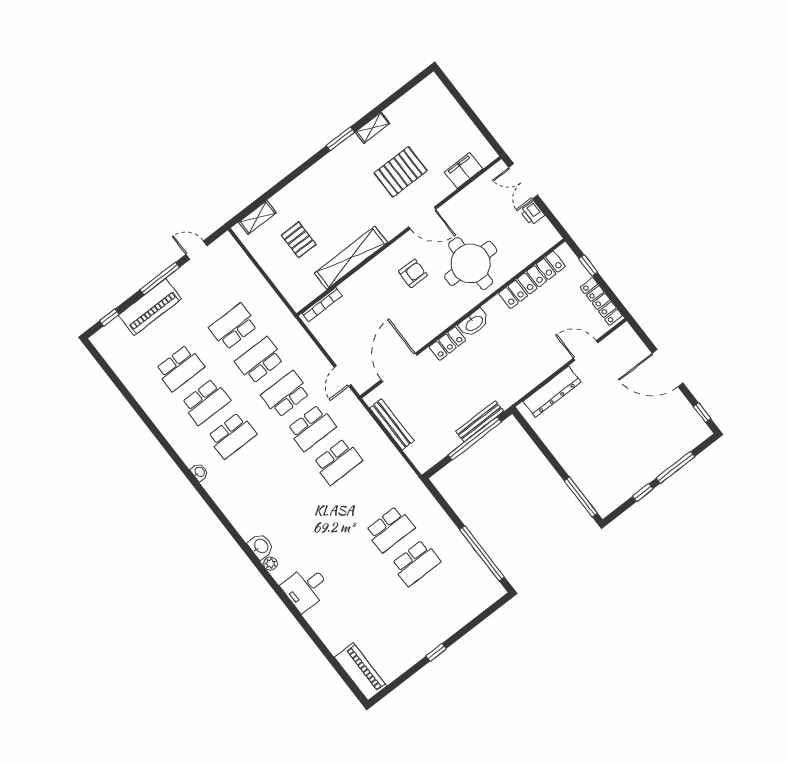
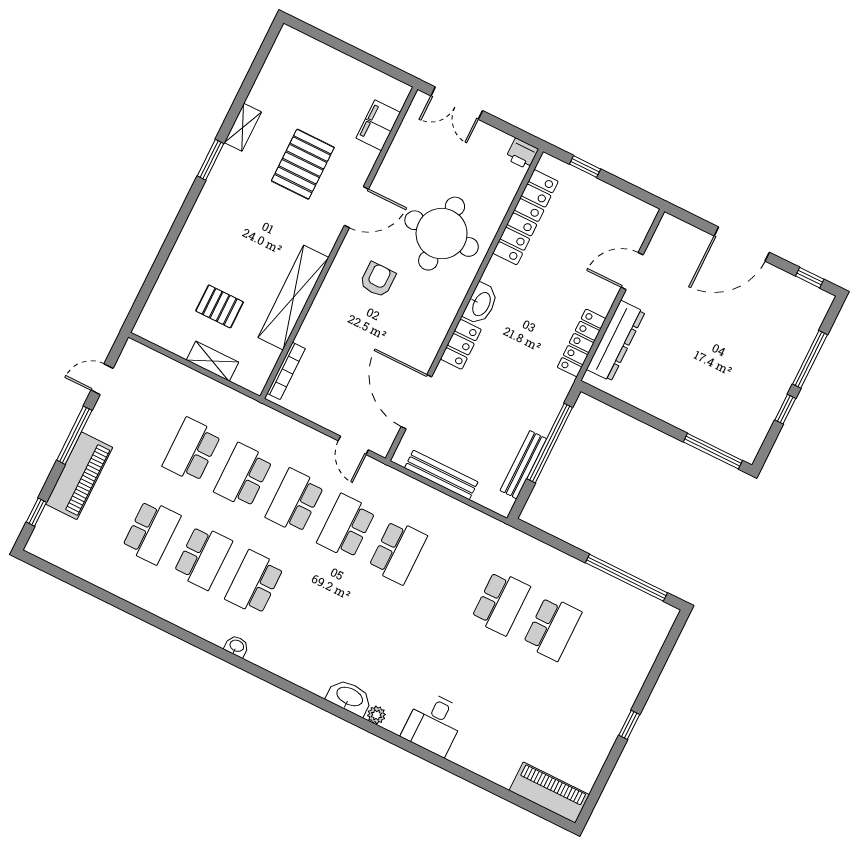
printer: (532, 213) -> (522, 154), moved
shelving: (257, 217) -> (213, 361), moved, turned 90
locker: (601, 302) -> (582, 343), moved, turned 90
bench: (480, 421) -> (523, 465), moved
school desk: (312, 428) -> (346, 526), turned 180
school desk: (232, 436) -> (254, 583), turned 180
washbasin: (261, 546) -> (349, 697), width x1.38

